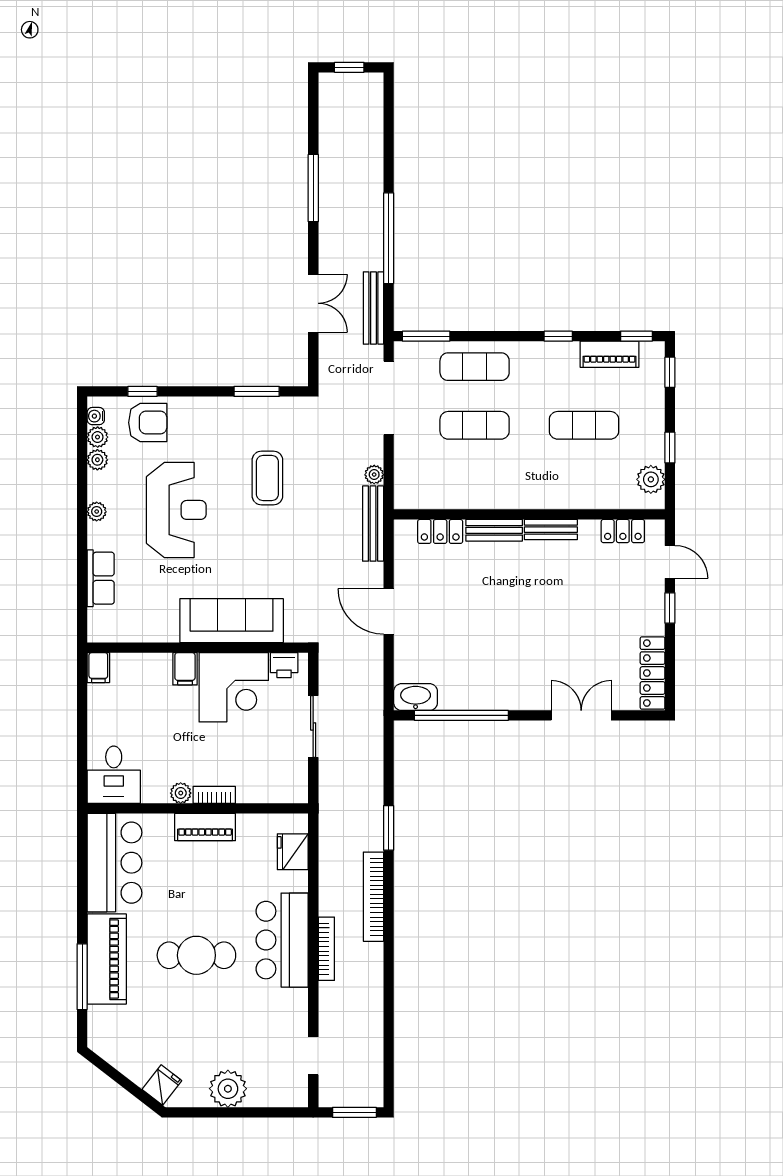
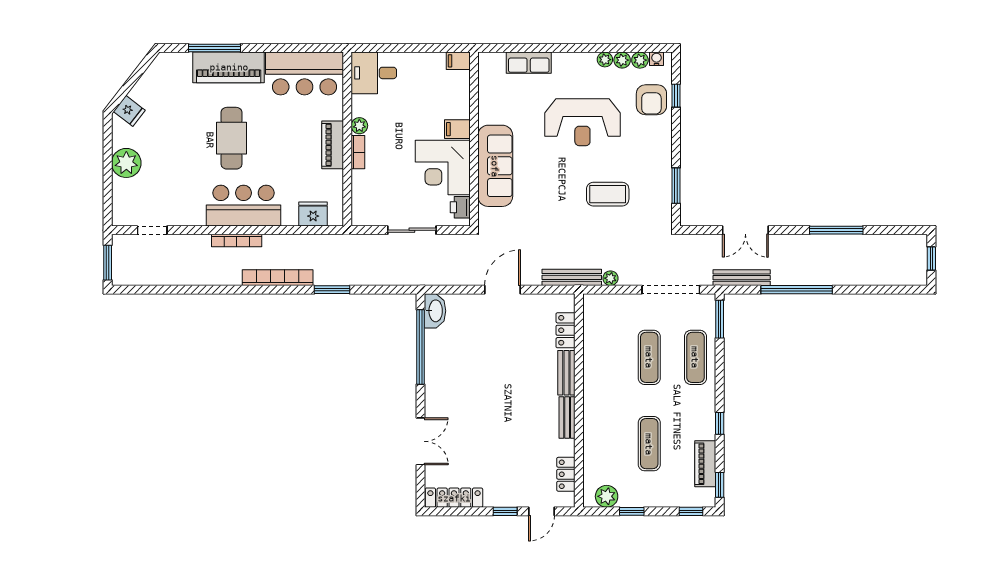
plant: (97, 512) -> (605, 60), moved

